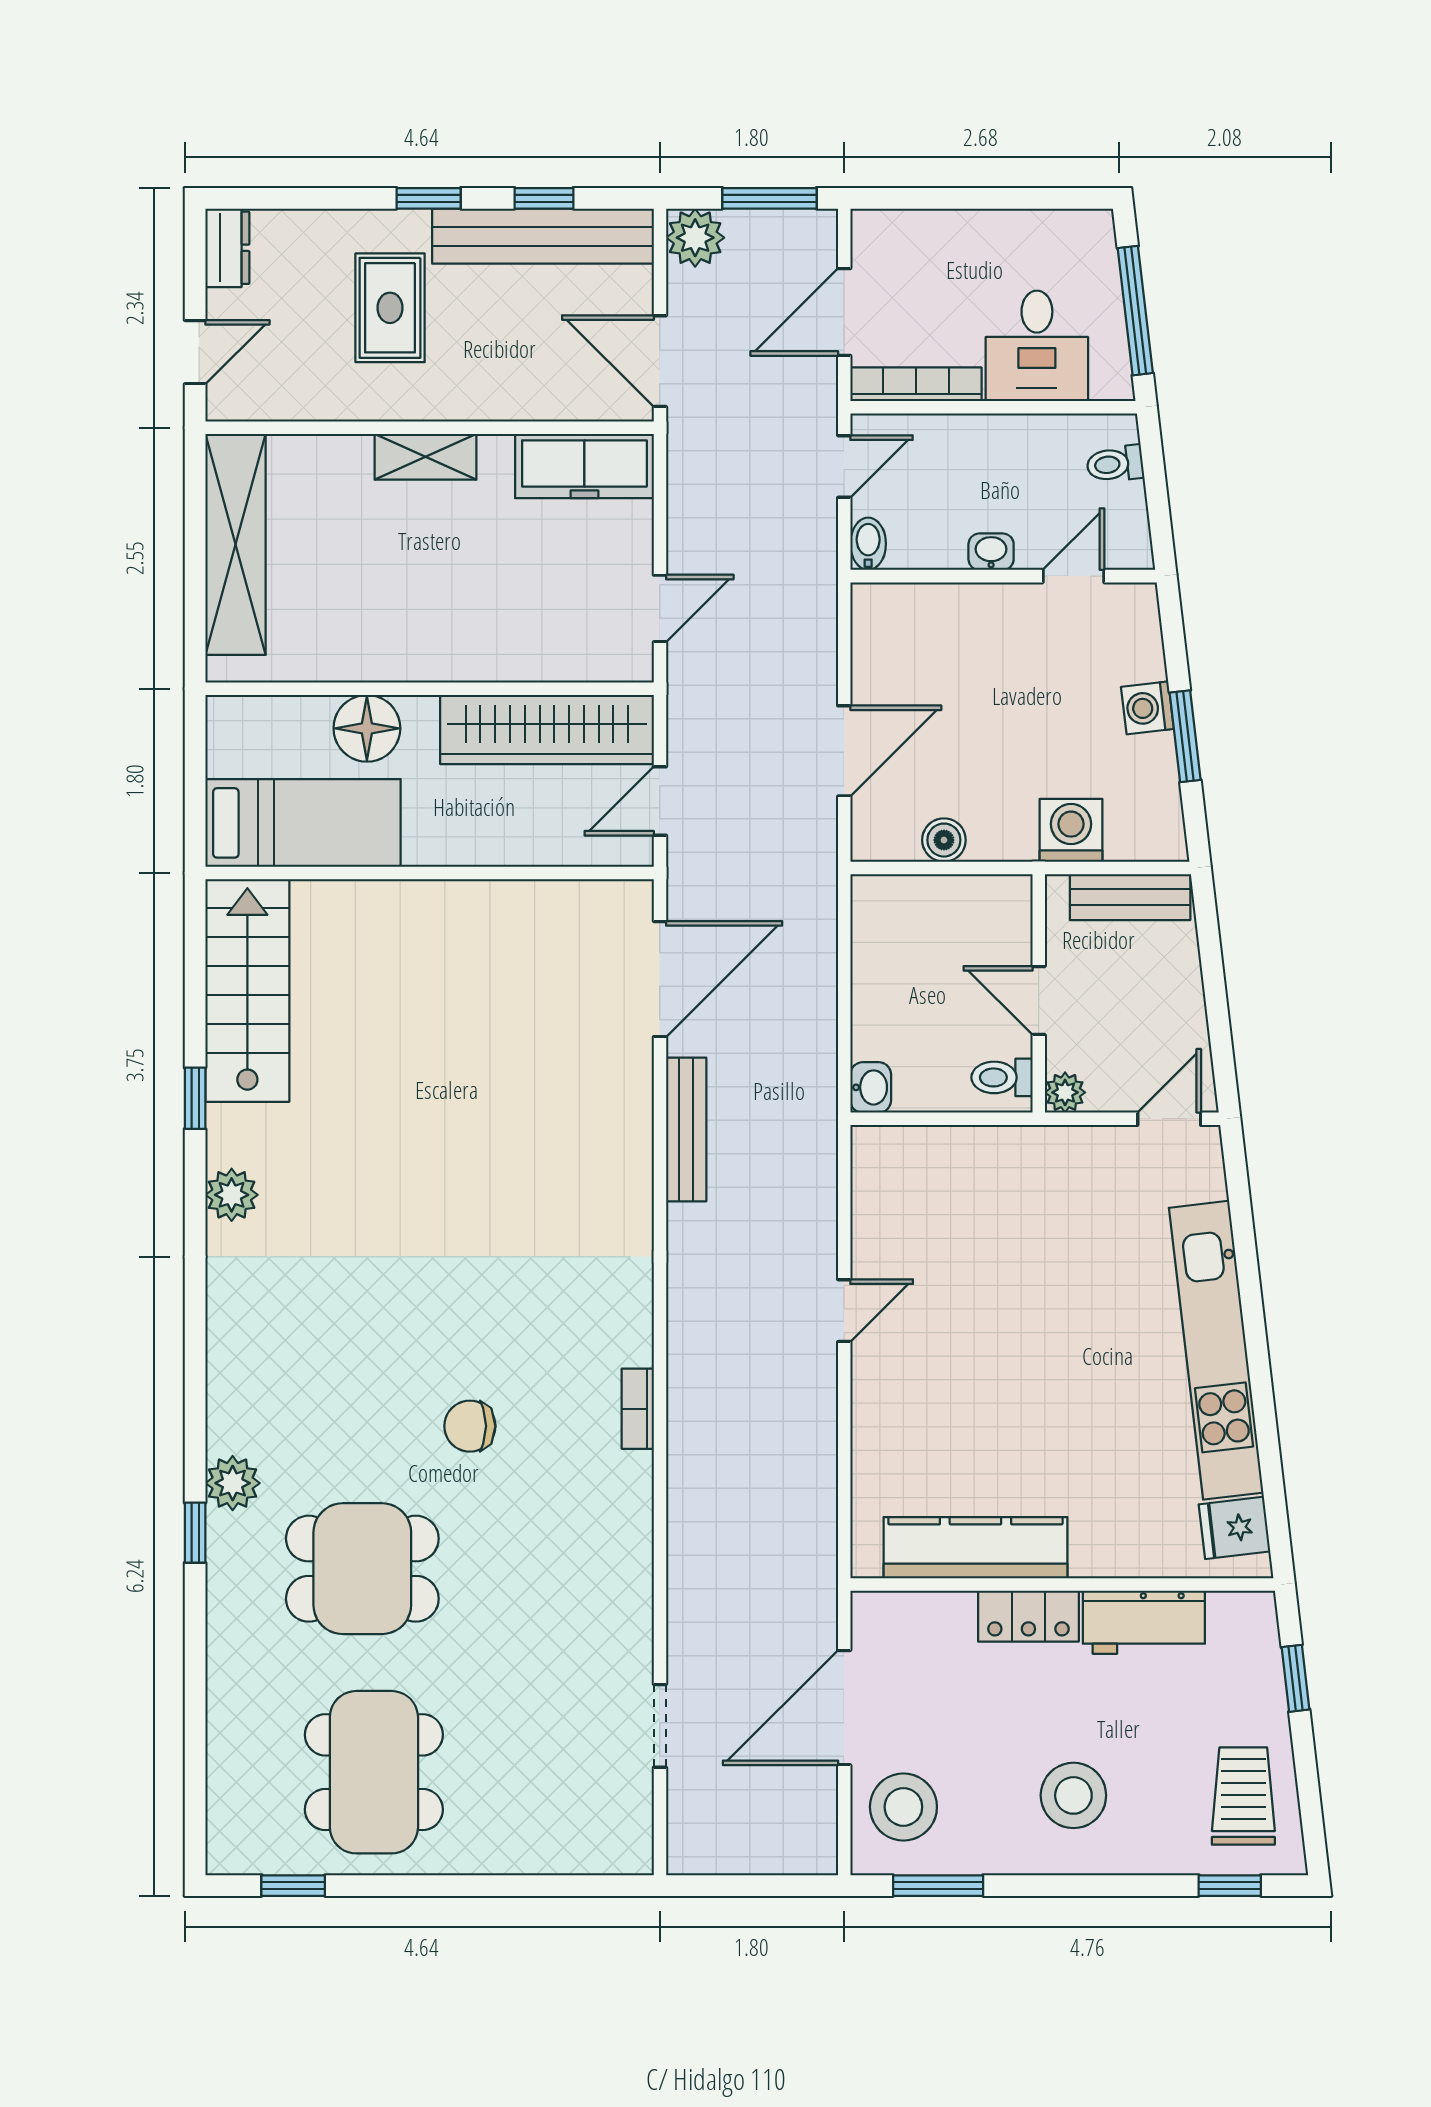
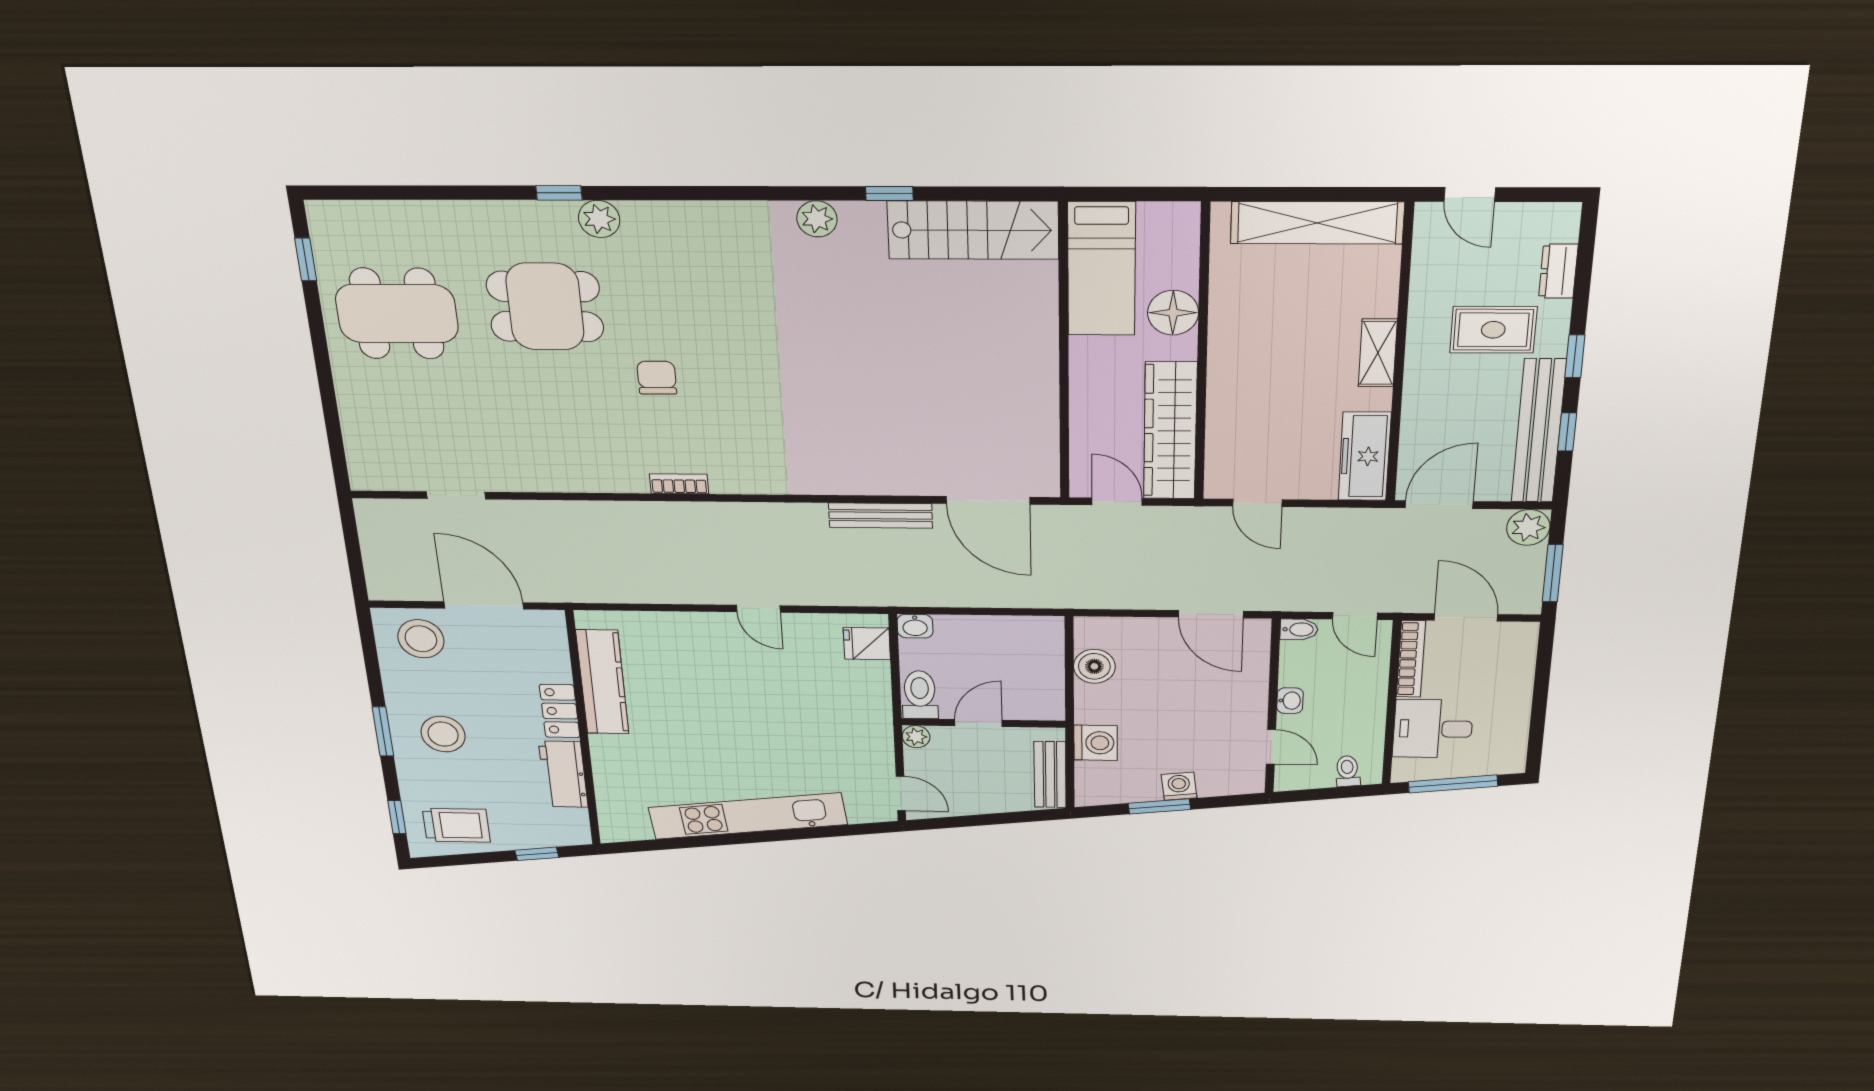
dresser: (227, 248) -> (1558, 271), moved, turned 90
door: (844, 751) -> (1211, 614), moved
boiler: (944, 840) -> (1094, 666), width x1.36, depth x1.36
toilet: (1002, 1077) -> (920, 695), width x1.37, depth x1.39
fridge: (1234, 1528) -> (867, 644), moved, turned -83
dining table: (362, 1569) -> (545, 307), turned 90
window: (938, 1886) -> (383, 732), moved

